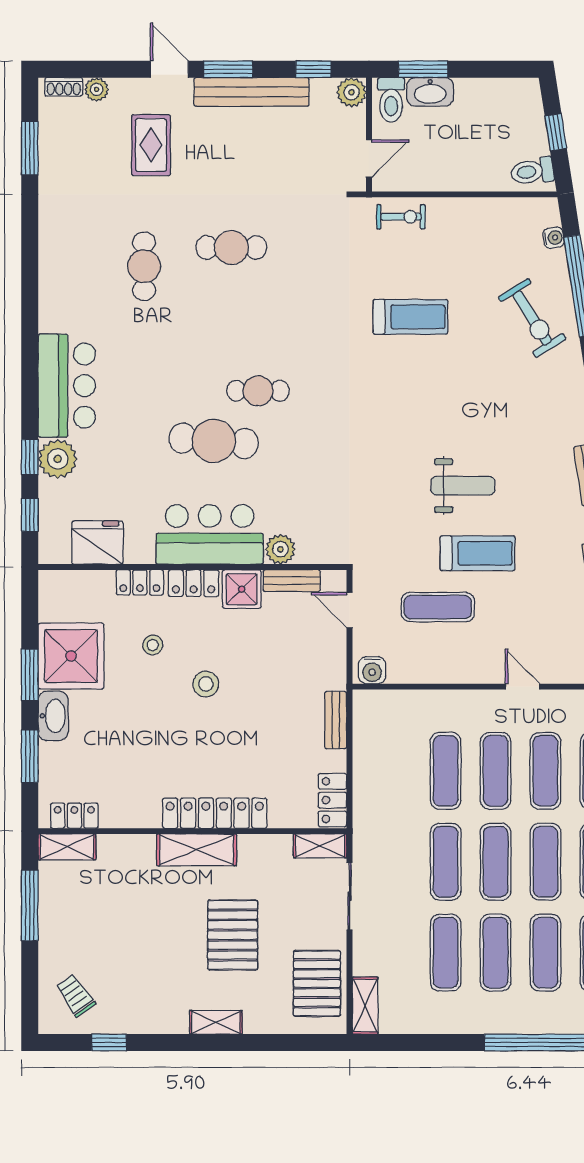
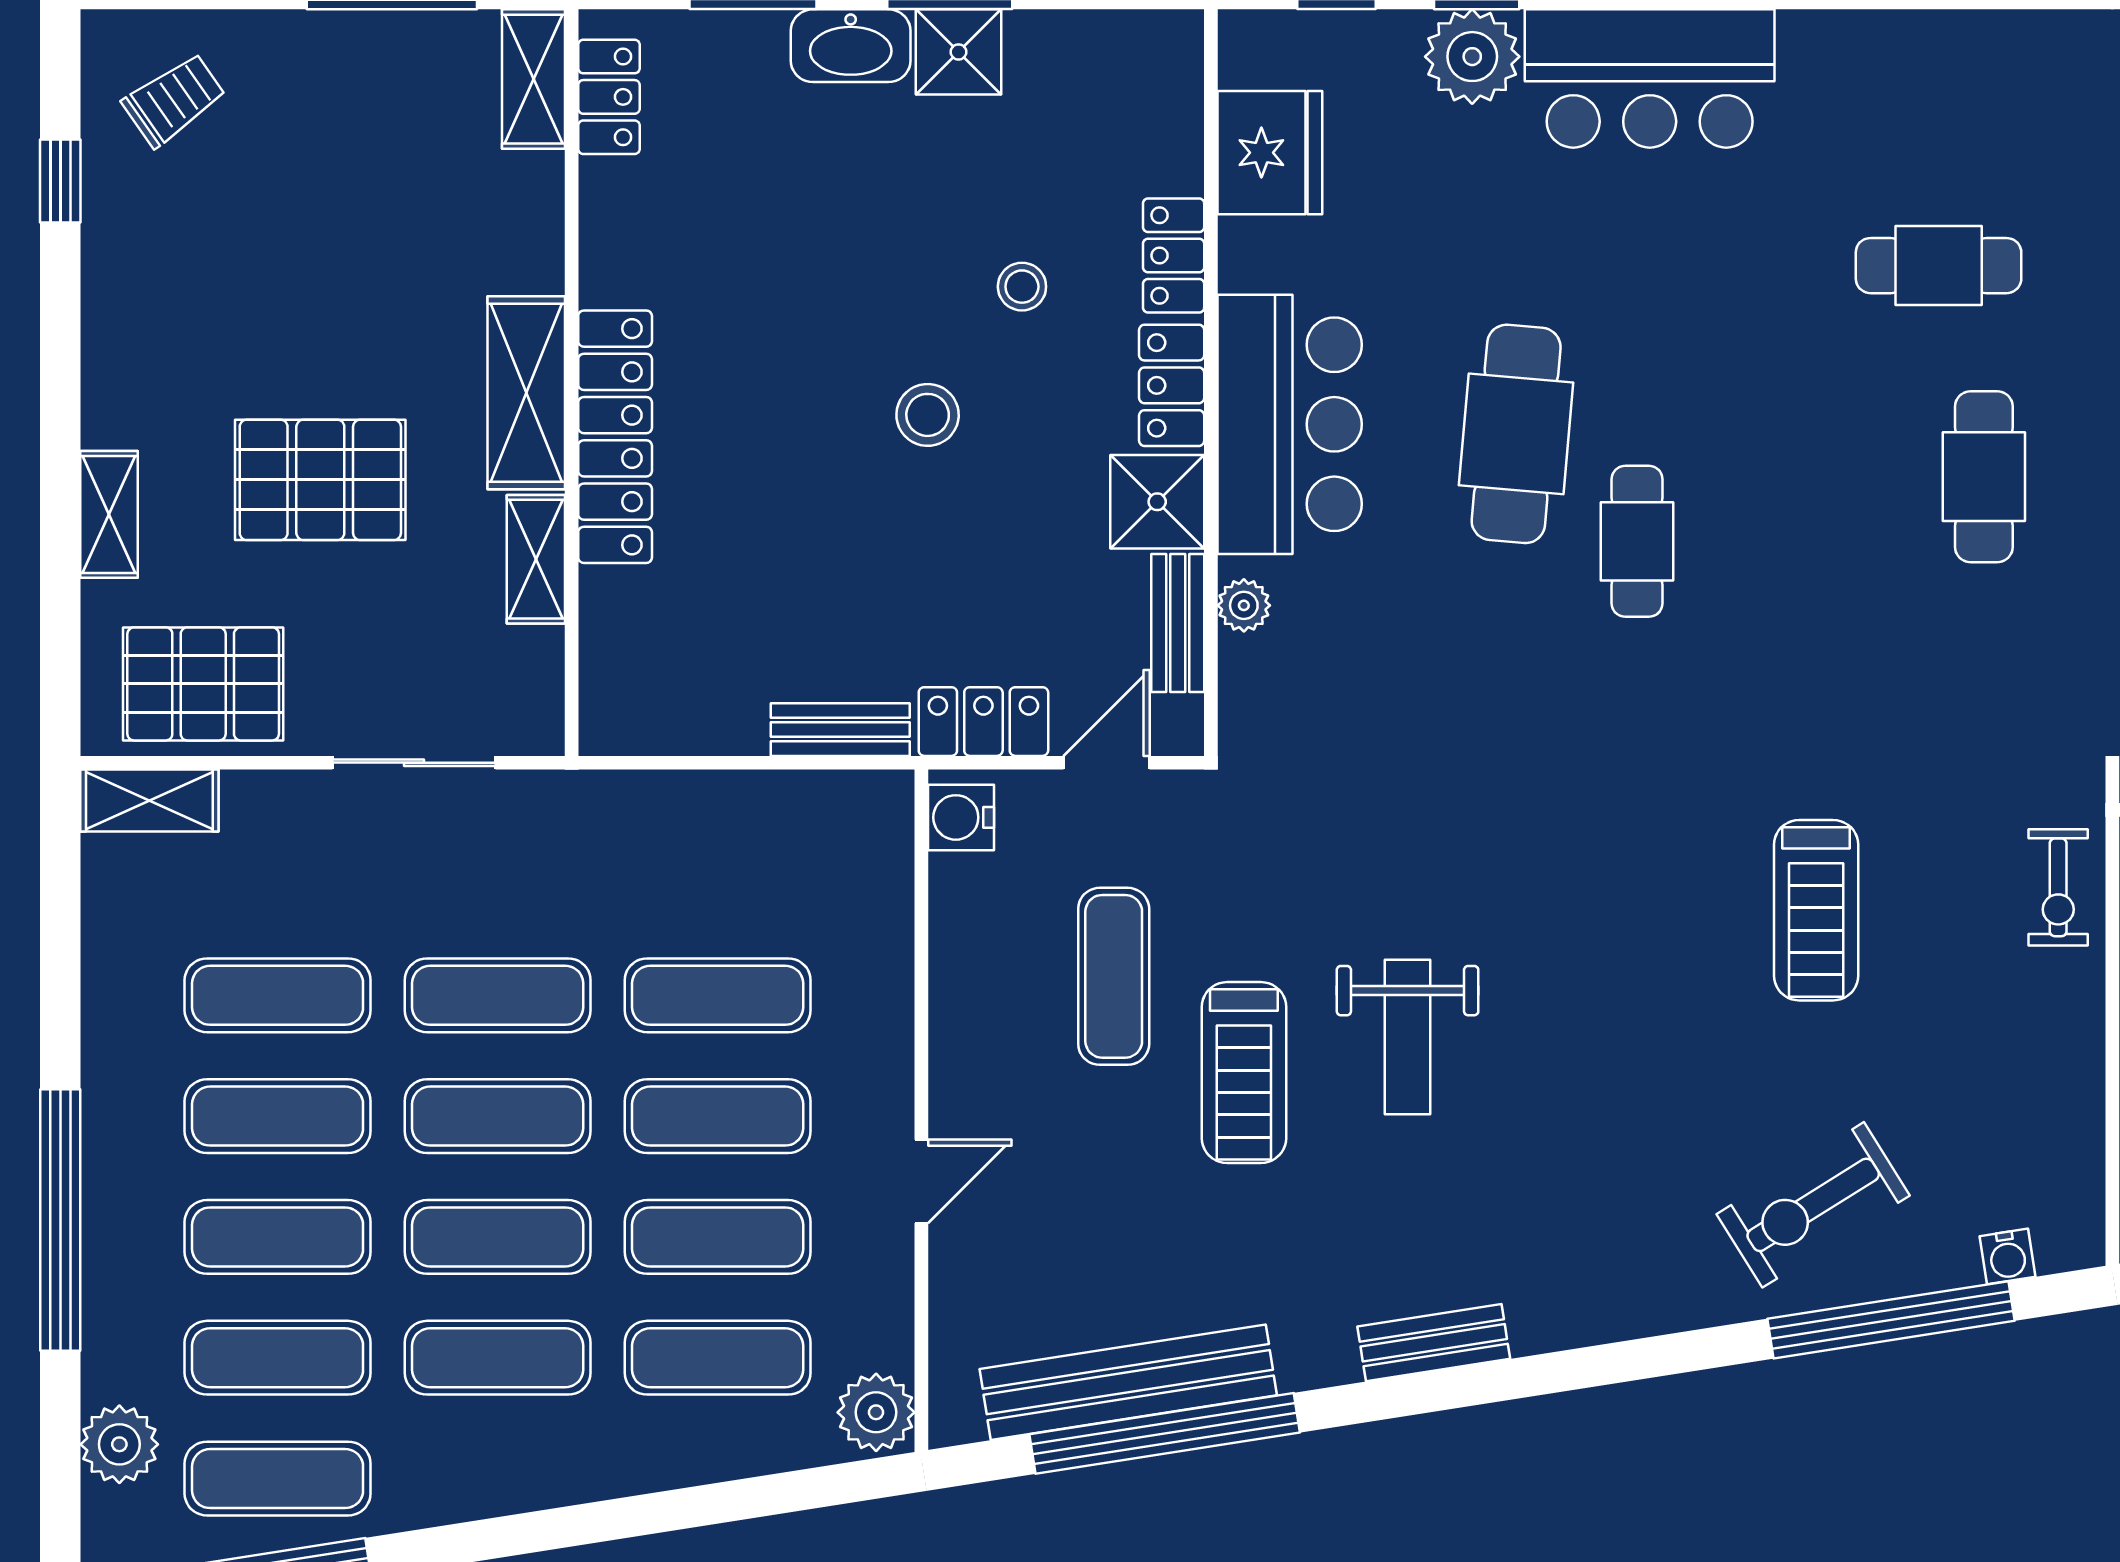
plant: (280, 549) -> (1244, 605), width x0.73, depth x0.73
shower: (71, 656) -> (958, 52), width x0.54, depth x0.54
locker: (332, 800) -> (983, 722), moved
shelving: (320, 846) -> (536, 559), moved
shelving: (216, 1022) -> (109, 514), moved

